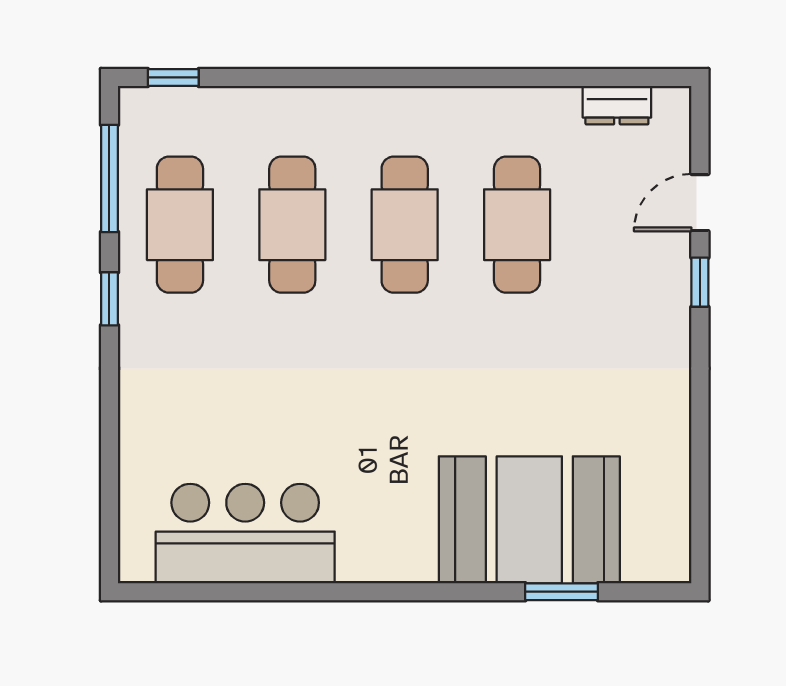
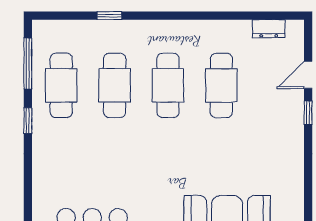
window: (173, 77) -> (109, 16), moved

